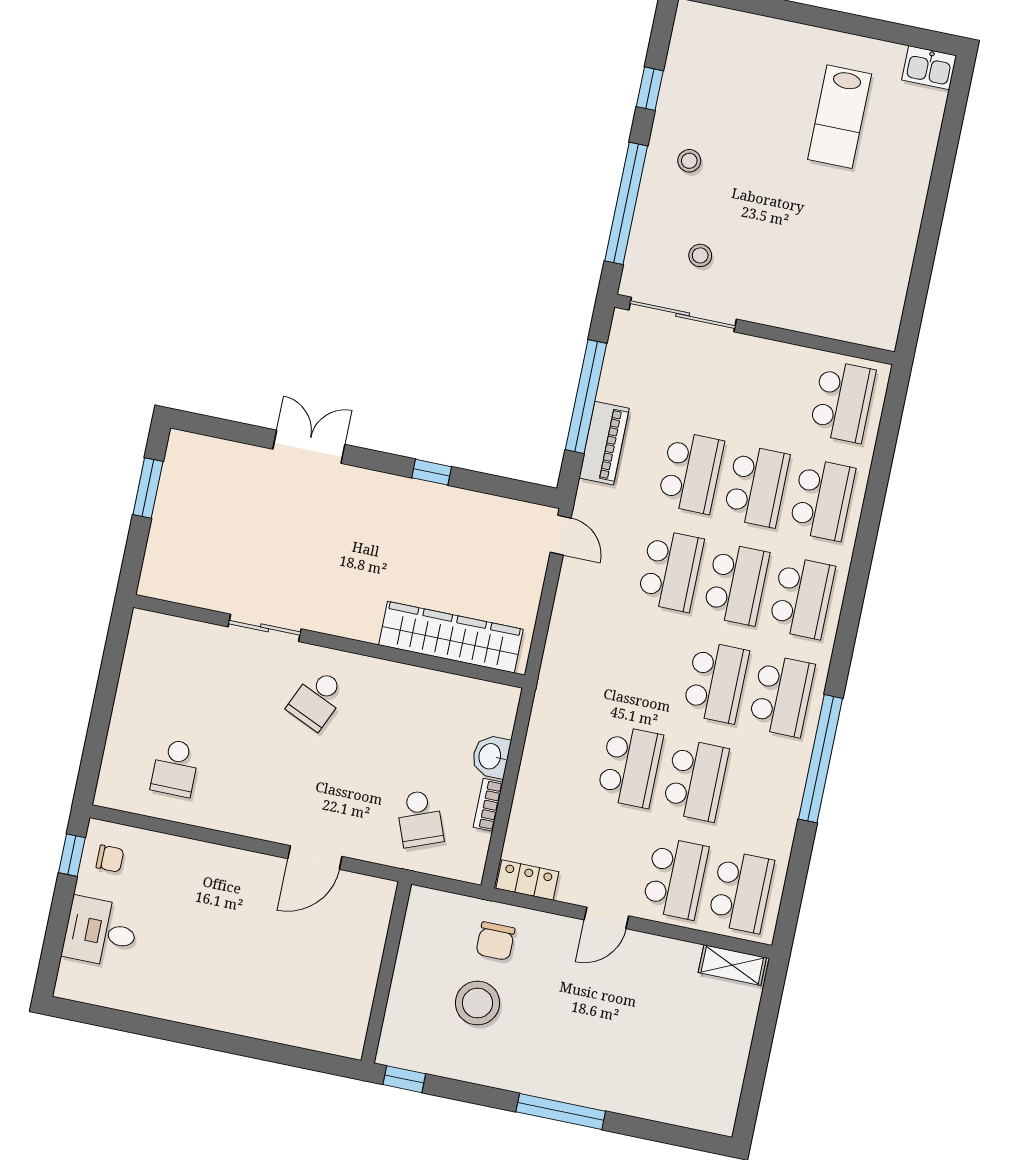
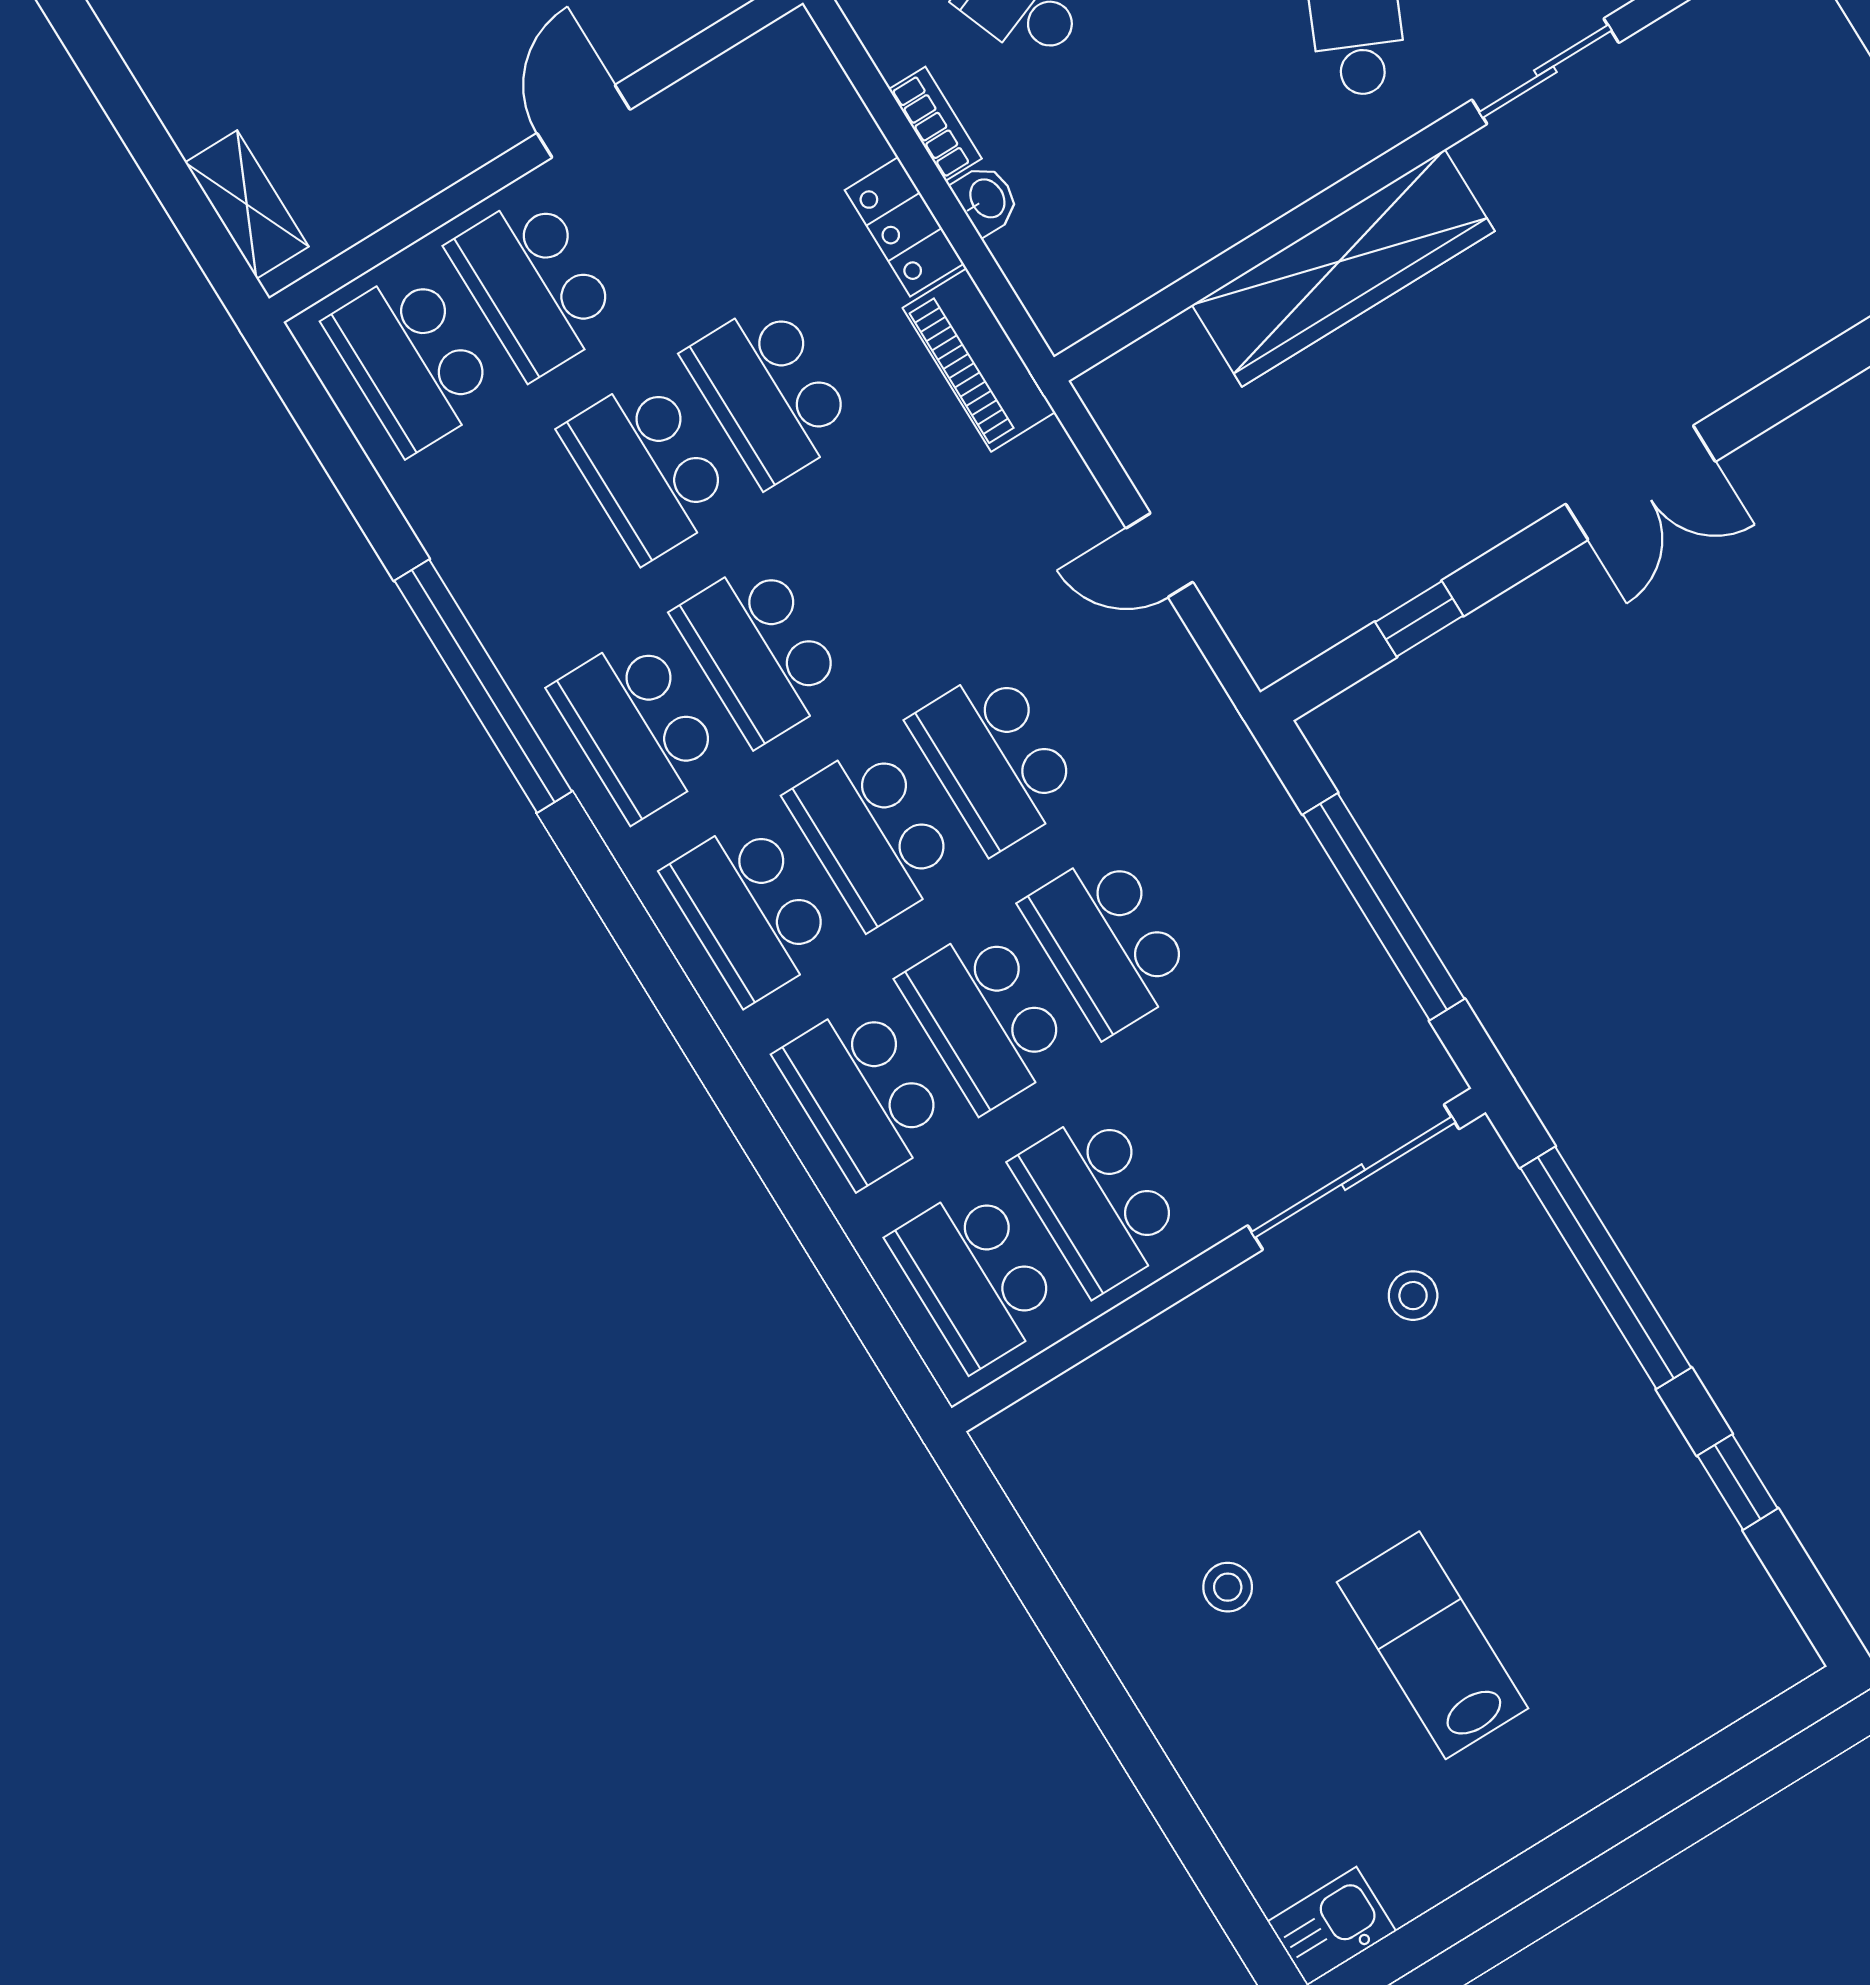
lab bench: (840, 117) -> (1432, 1645), moved
stool: (689, 161) -> (1228, 1587), moved
school desk: (777, 388) -> (1098, 1201), added
piano: (604, 443) -> (979, 360), moved
double door: (309, 447) -> (1641, 483), moved
window: (432, 472) -> (1419, 619), moved
door: (561, 535) -> (1159, 555), moved
wardrobe: (451, 637) -> (1343, 268), moved
washbasin: (491, 756) -> (986, 199), width x0.72, depth x0.69
locker: (527, 880) -> (904, 227), moved, turned 90
shelving: (732, 965) -> (247, 204), moved, turned 90

